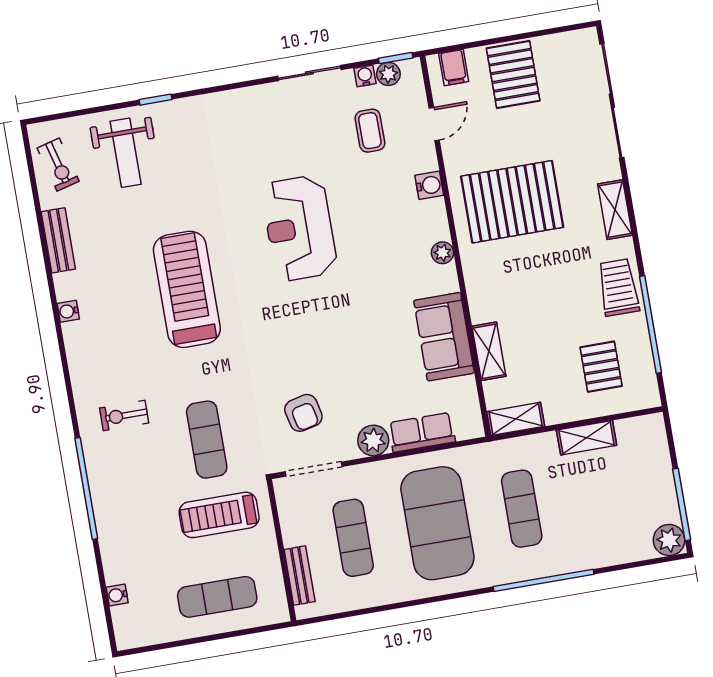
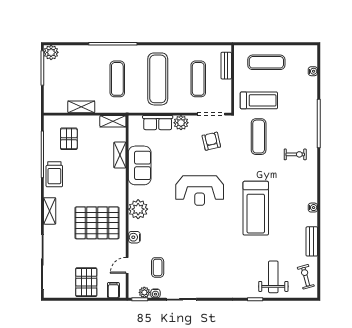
reception desk: (299, 228) -> (200, 191), moved, turned 90
plant: (442, 253) -> (138, 209), width x1.88, depth x1.88
exercise mat: (437, 523) -> (158, 79), width x0.68

